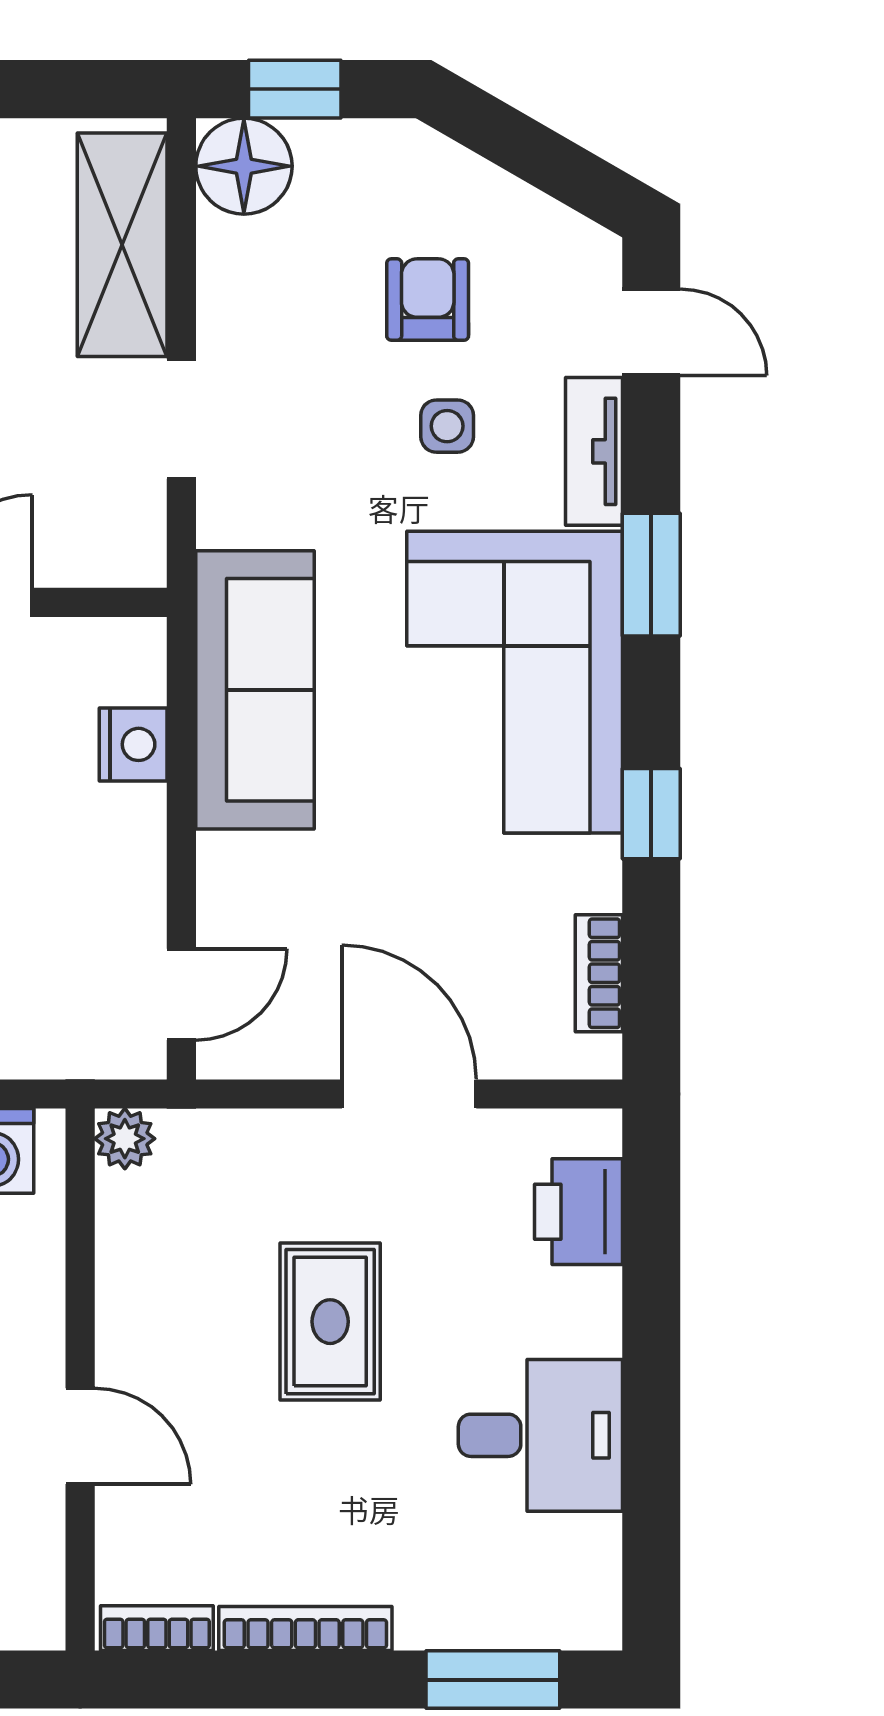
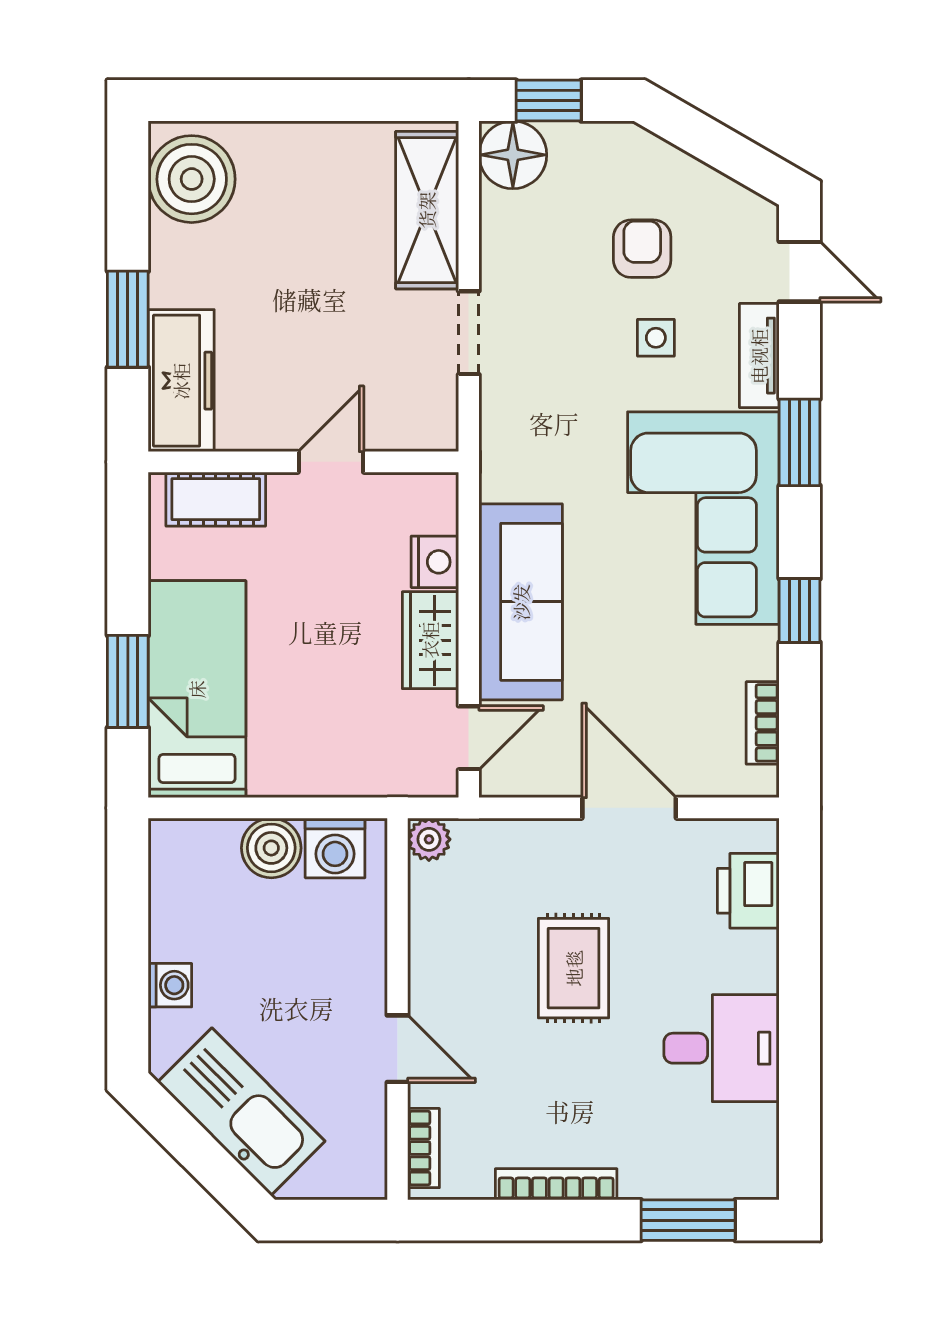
sofa: (255, 690) -> (521, 602), moved
wardrobe: (127, 856) -> (430, 640), added
bookcase: (157, 1628) -> (424, 1148), moved, turned 90

